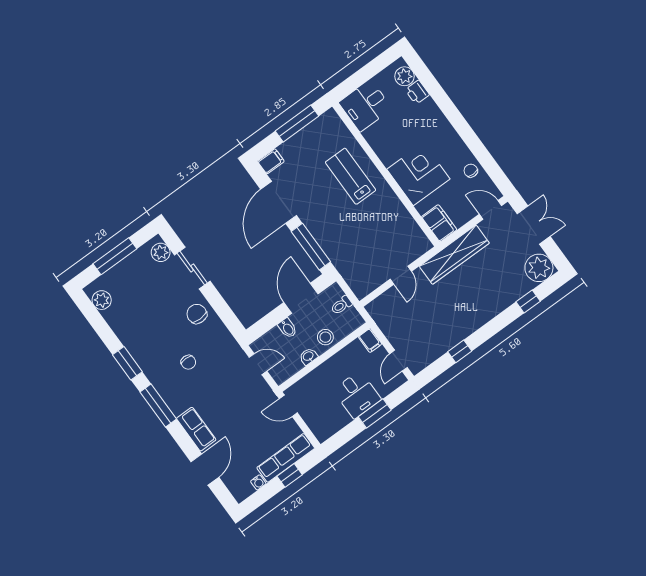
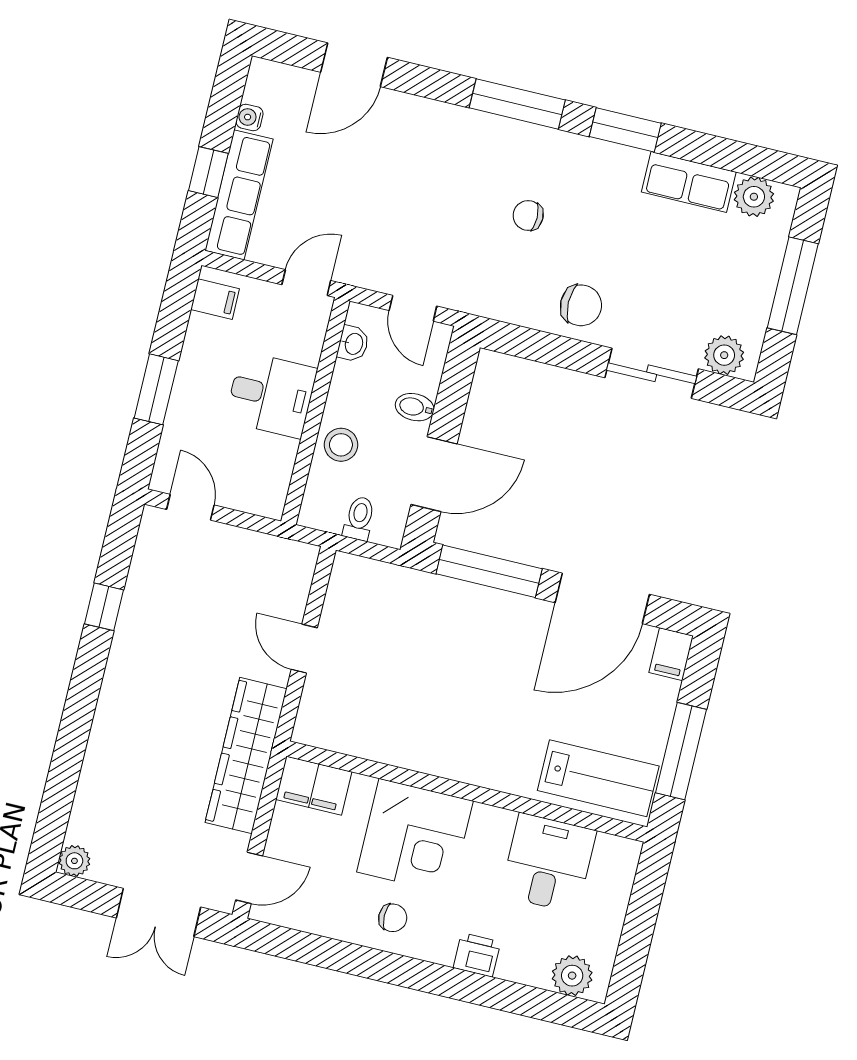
printer: (417, 92) -> (477, 955), moved
desk: (365, 106) -> (548, 863), moved
chair: (471, 171) -> (393, 918), moved
lab bench: (351, 176) -> (598, 778), moved
door: (279, 202) -> (602, 598), swing flipped
plant: (539, 268) -> (74, 861), width x0.53, depth x0.53
door: (301, 298) -> (434, 474), hinge flipped
window: (528, 302) -> (62, 782), removed
filing cabinet: (370, 340) -> (215, 299), moved, turned 180
washbasin: (308, 356) -> (353, 344), moved
door: (258, 364) -> (413, 308), hinge flipped
desk: (357, 395) -> (271, 395), moved, turned 180
row of seats: (196, 429) -> (689, 182), moved
door: (205, 469) -> (354, 65), hinge flipped

